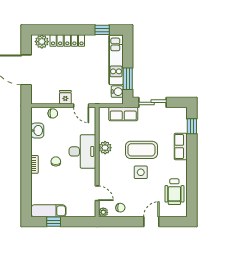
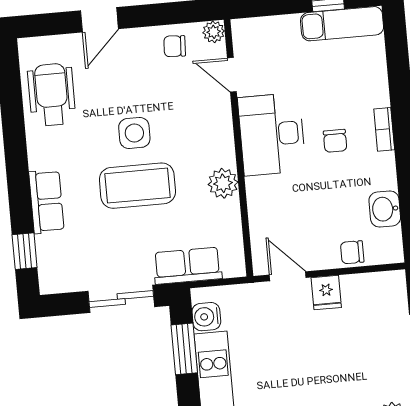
desk: (82, 151) -> (272, 134), moved

